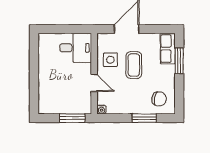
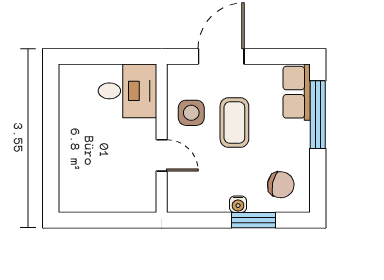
window: (179, 61) -> (318, 115), width x1.44
water cooler: (102, 109) -> (238, 204), moved
window: (72, 118) -> (121, 220), removed

